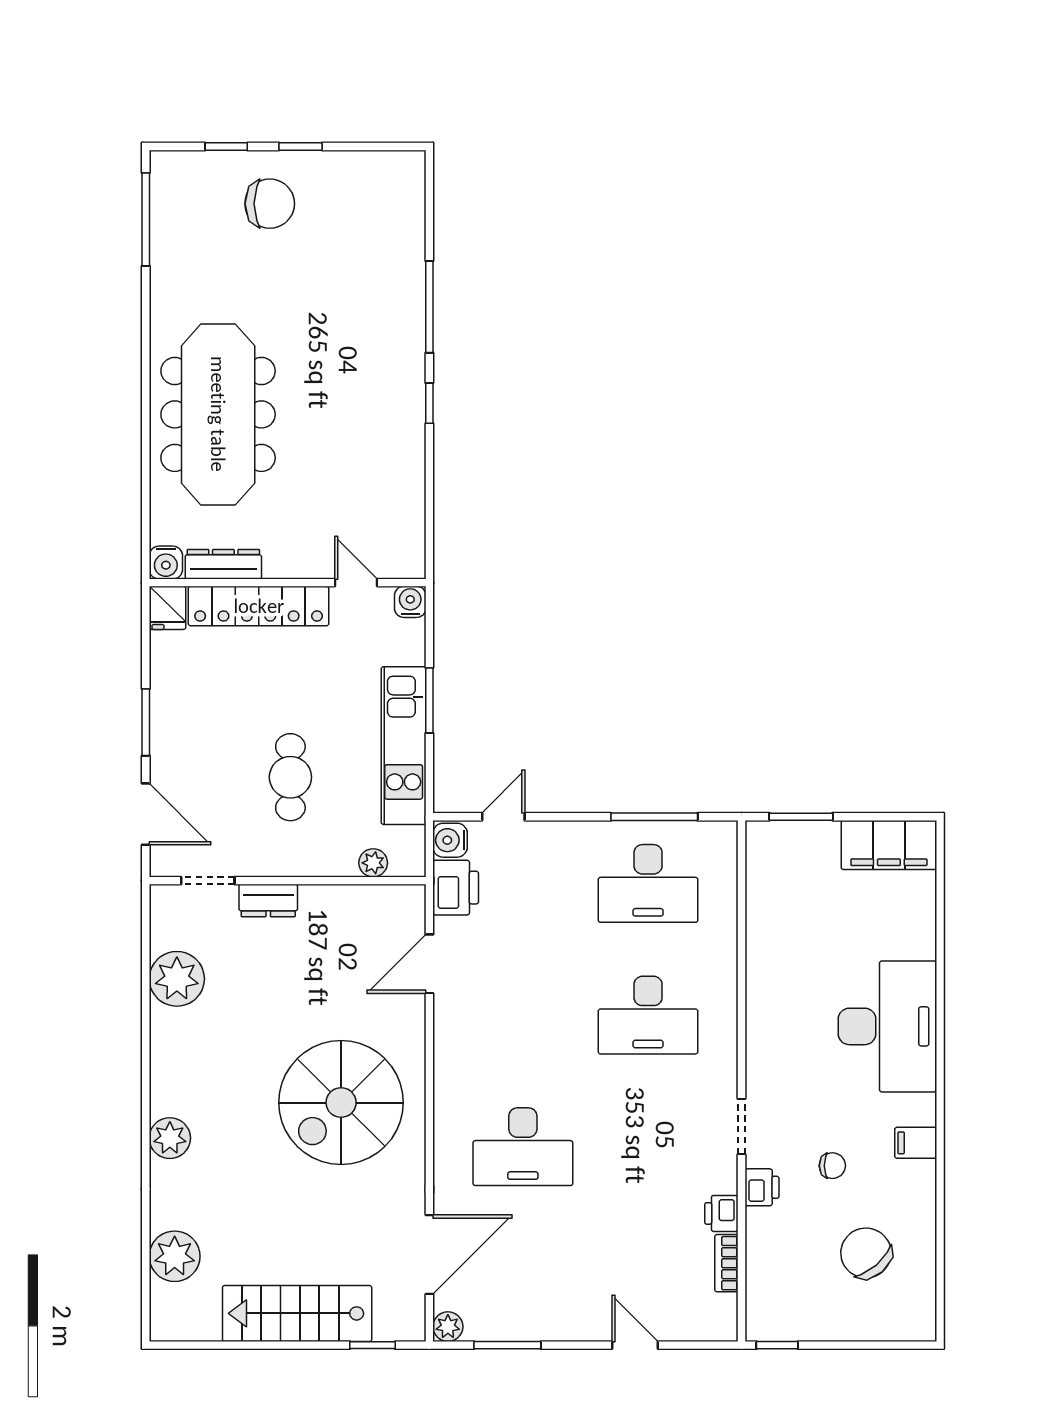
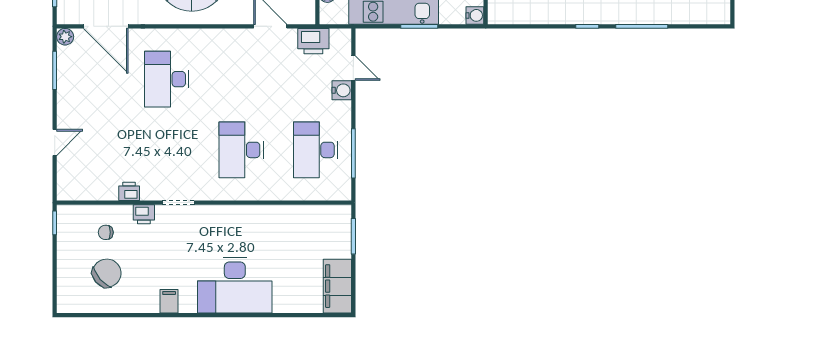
water cooler: (450, 840) -> (342, 90), moved, turned 90
chair: (832, 1166) -> (106, 232), moved, turned 90
bookcase: (726, 1263) -> (101, 194), removed

